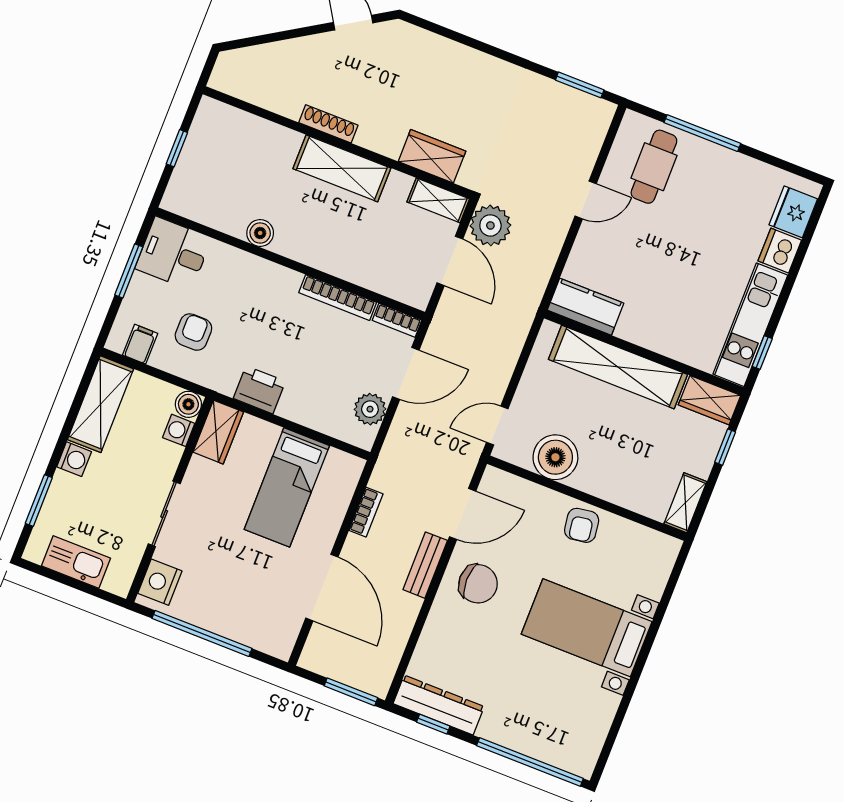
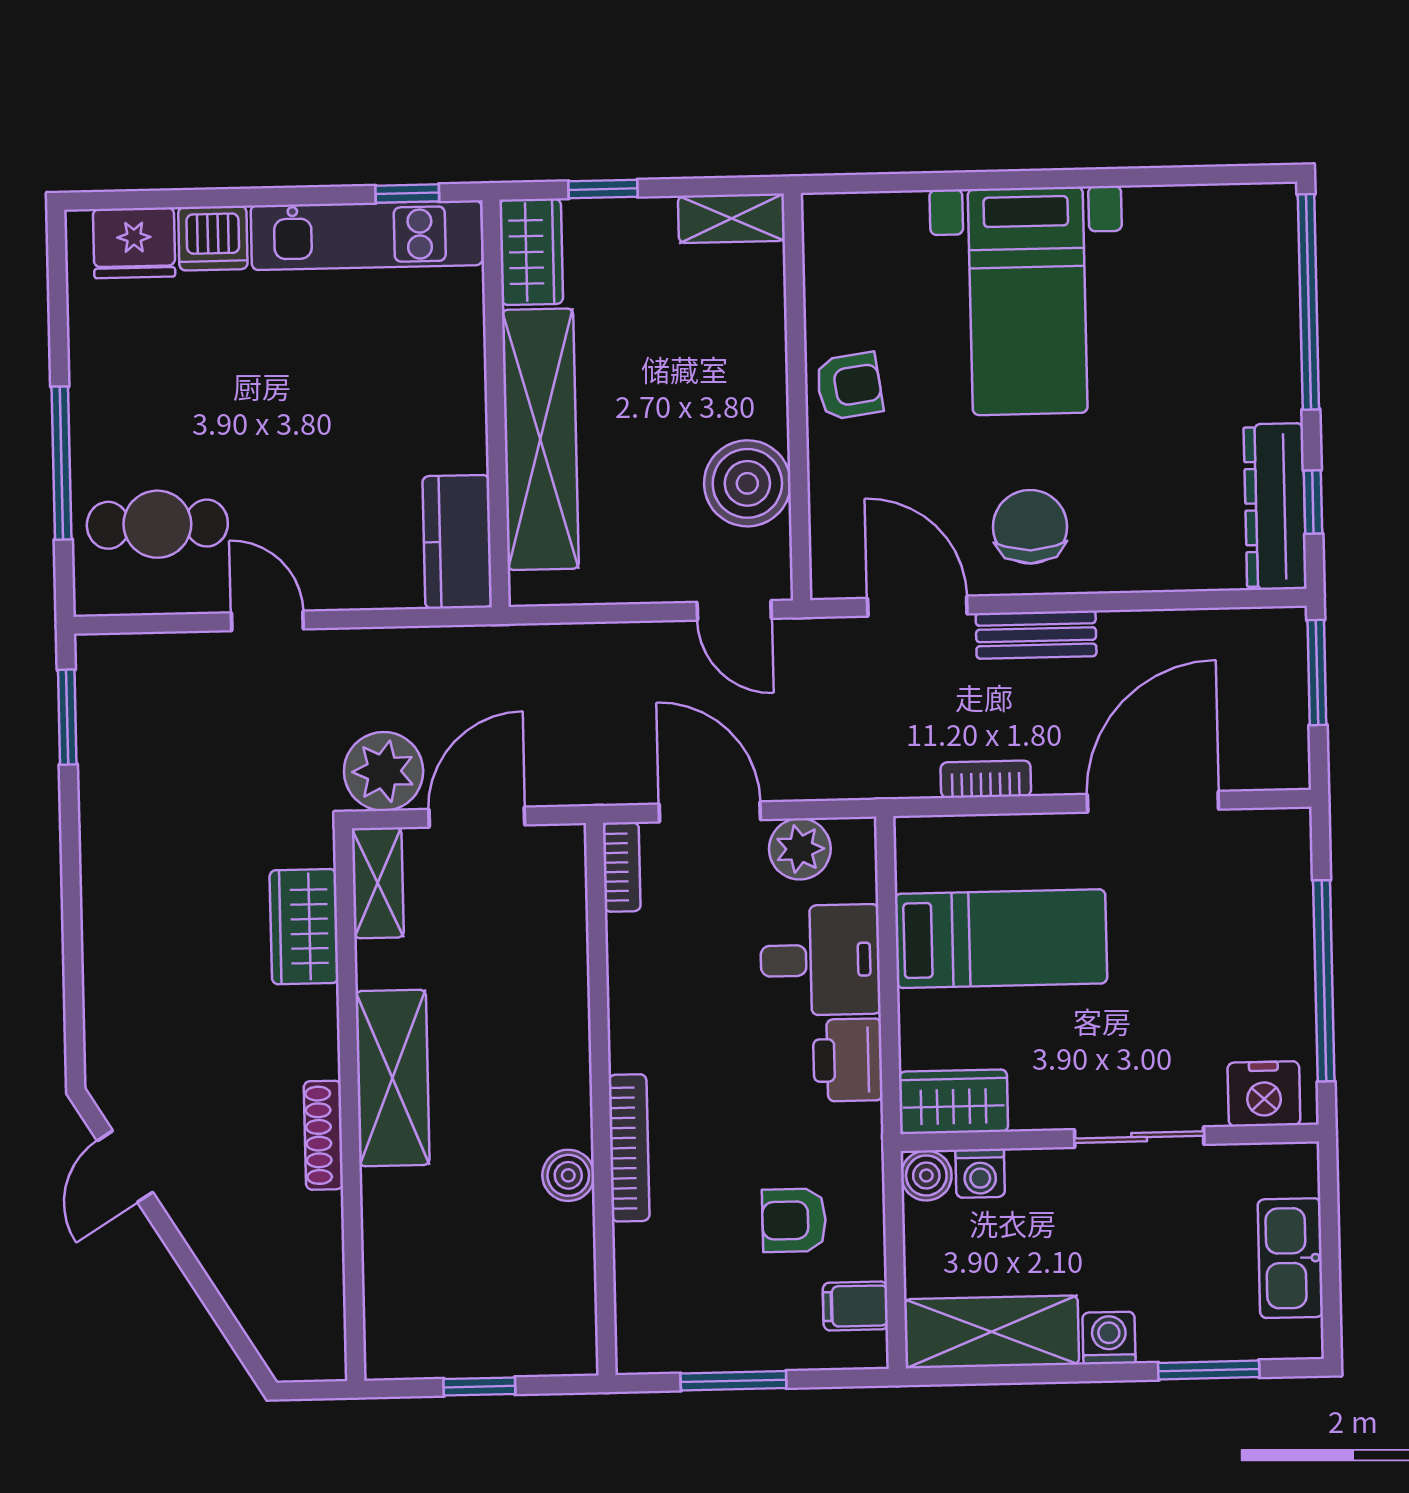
desk: (173, 253) -> (820, 960), moved, turned -90
bookcase: (338, 298) -> (629, 1148), moved

